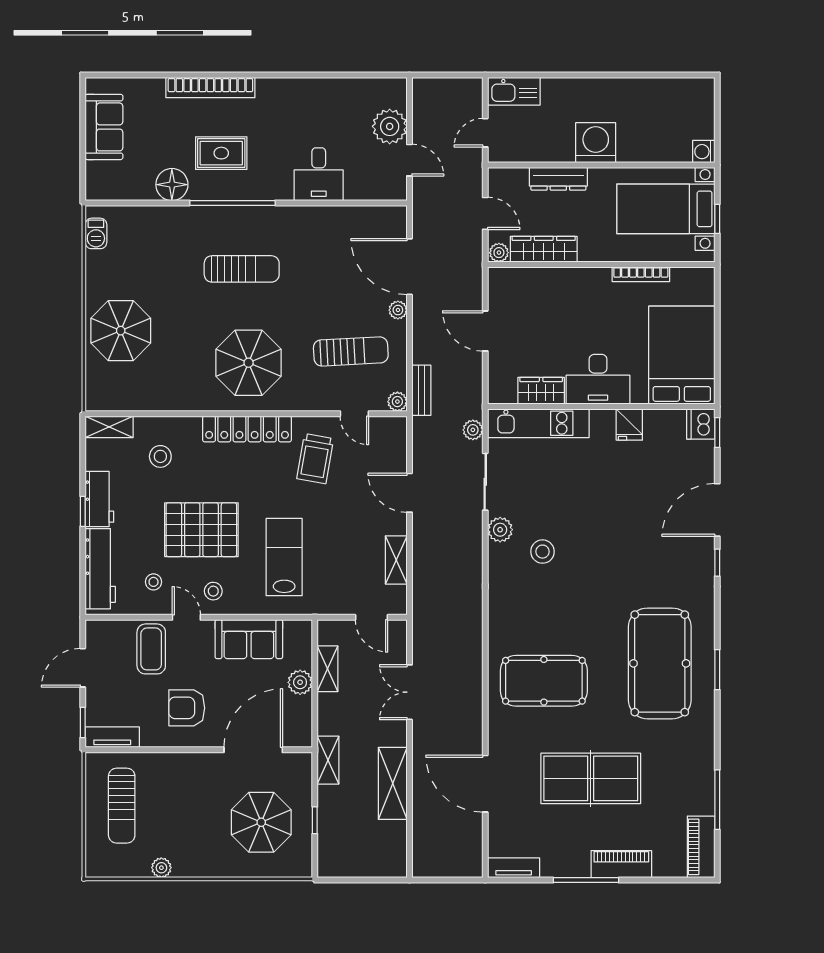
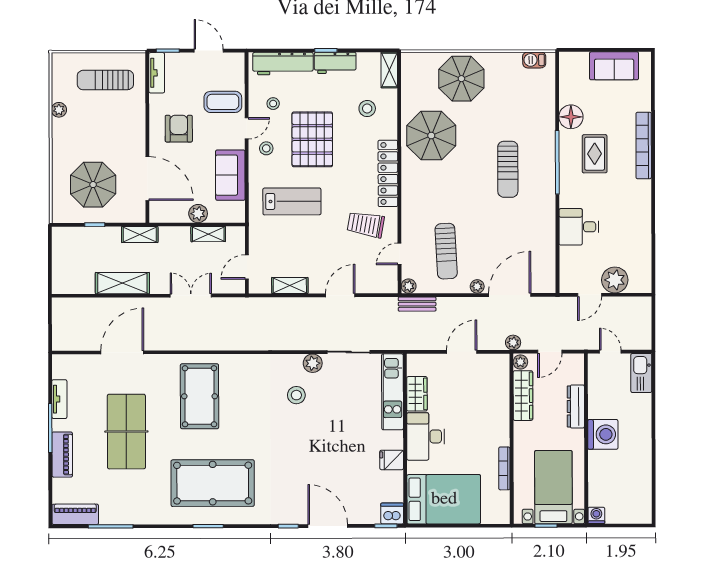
parasol: (249, 363) -> (431, 136), moved
plant: (473, 430) -> (513, 342), moved
tv unit: (514, 868) -> (59, 399), moved

